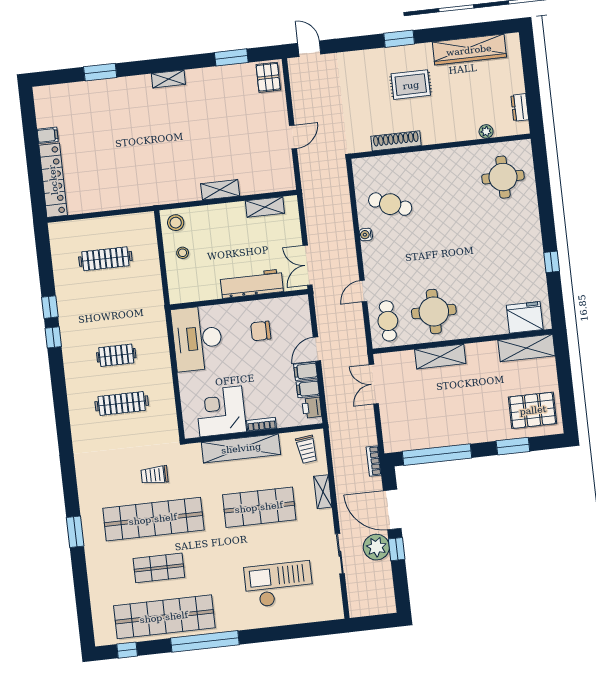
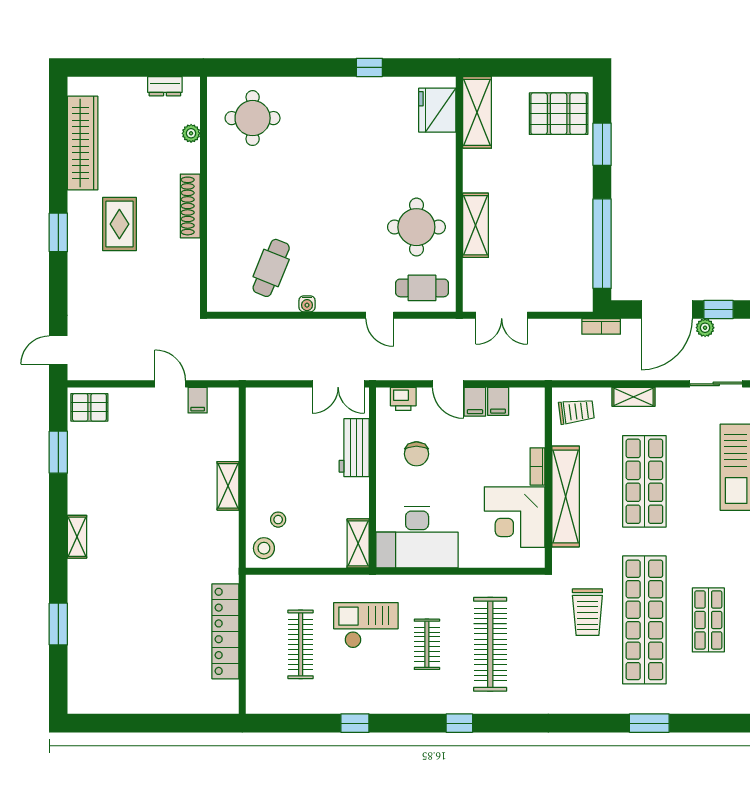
filing cabinet: (48, 135) -> (198, 400), moved, turned 180
shoe rack: (396, 141) -> (190, 206), moved
locker: (53, 180) -> (225, 631), moved, turned -90
shelving: (265, 207) -> (358, 543), moved
stool: (183, 253) -> (278, 520), moved
workbench: (252, 284) -> (354, 448), width x0.73
checkout: (126, 307) -> (366, 625), added
window: (53, 337) -> (459, 723), moved
clothes rail: (122, 403) -> (490, 644), width x1.37, depth x1.31
printer: (312, 408) -> (403, 399), moved
pallet: (533, 410) -> (559, 114), turned 90
trolley: (154, 475) -> (587, 612), width x1.36, depth x1.39
plant: (376, 547) -> (705, 328), width x0.53, depth x0.53

